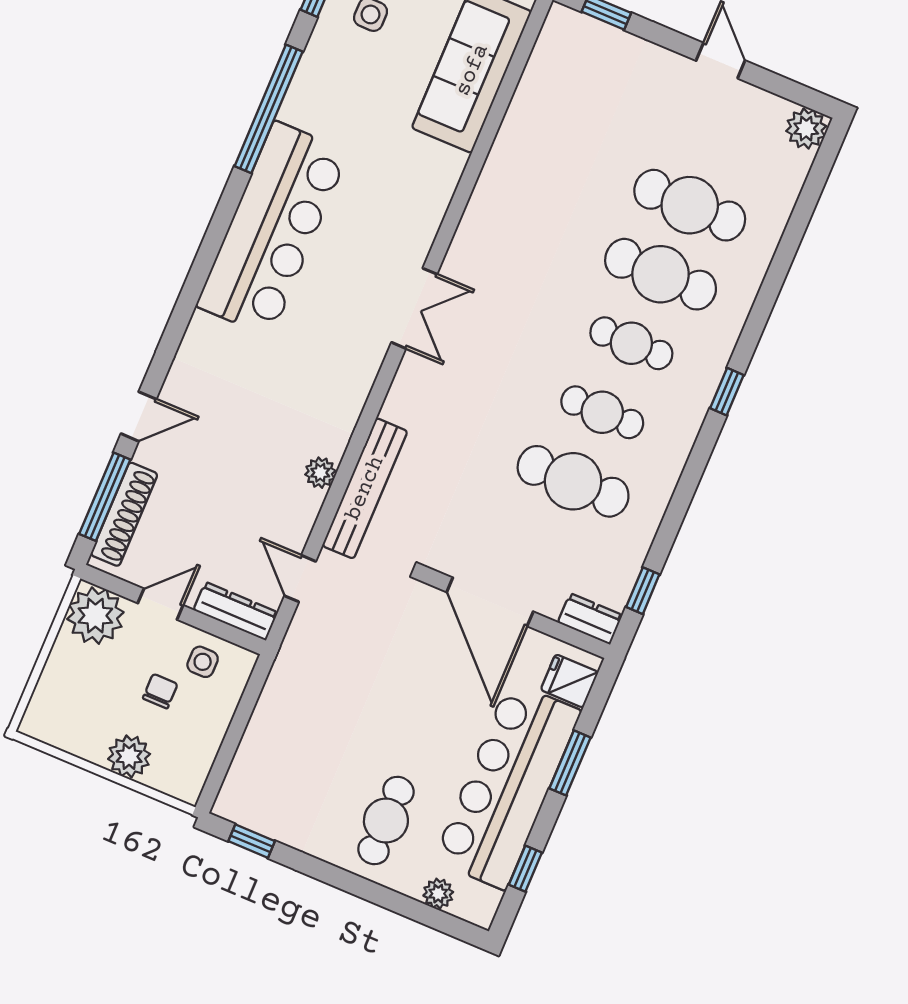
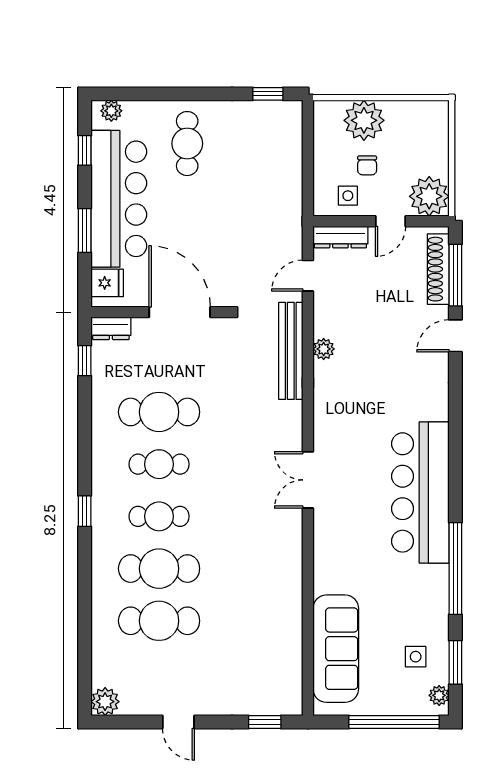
door: (300, 579) -> (308, 276), swing flipped
plant: (129, 756) -> (364, 120), width x1.36, depth x1.36
plant: (438, 894) -> (111, 111), moved

